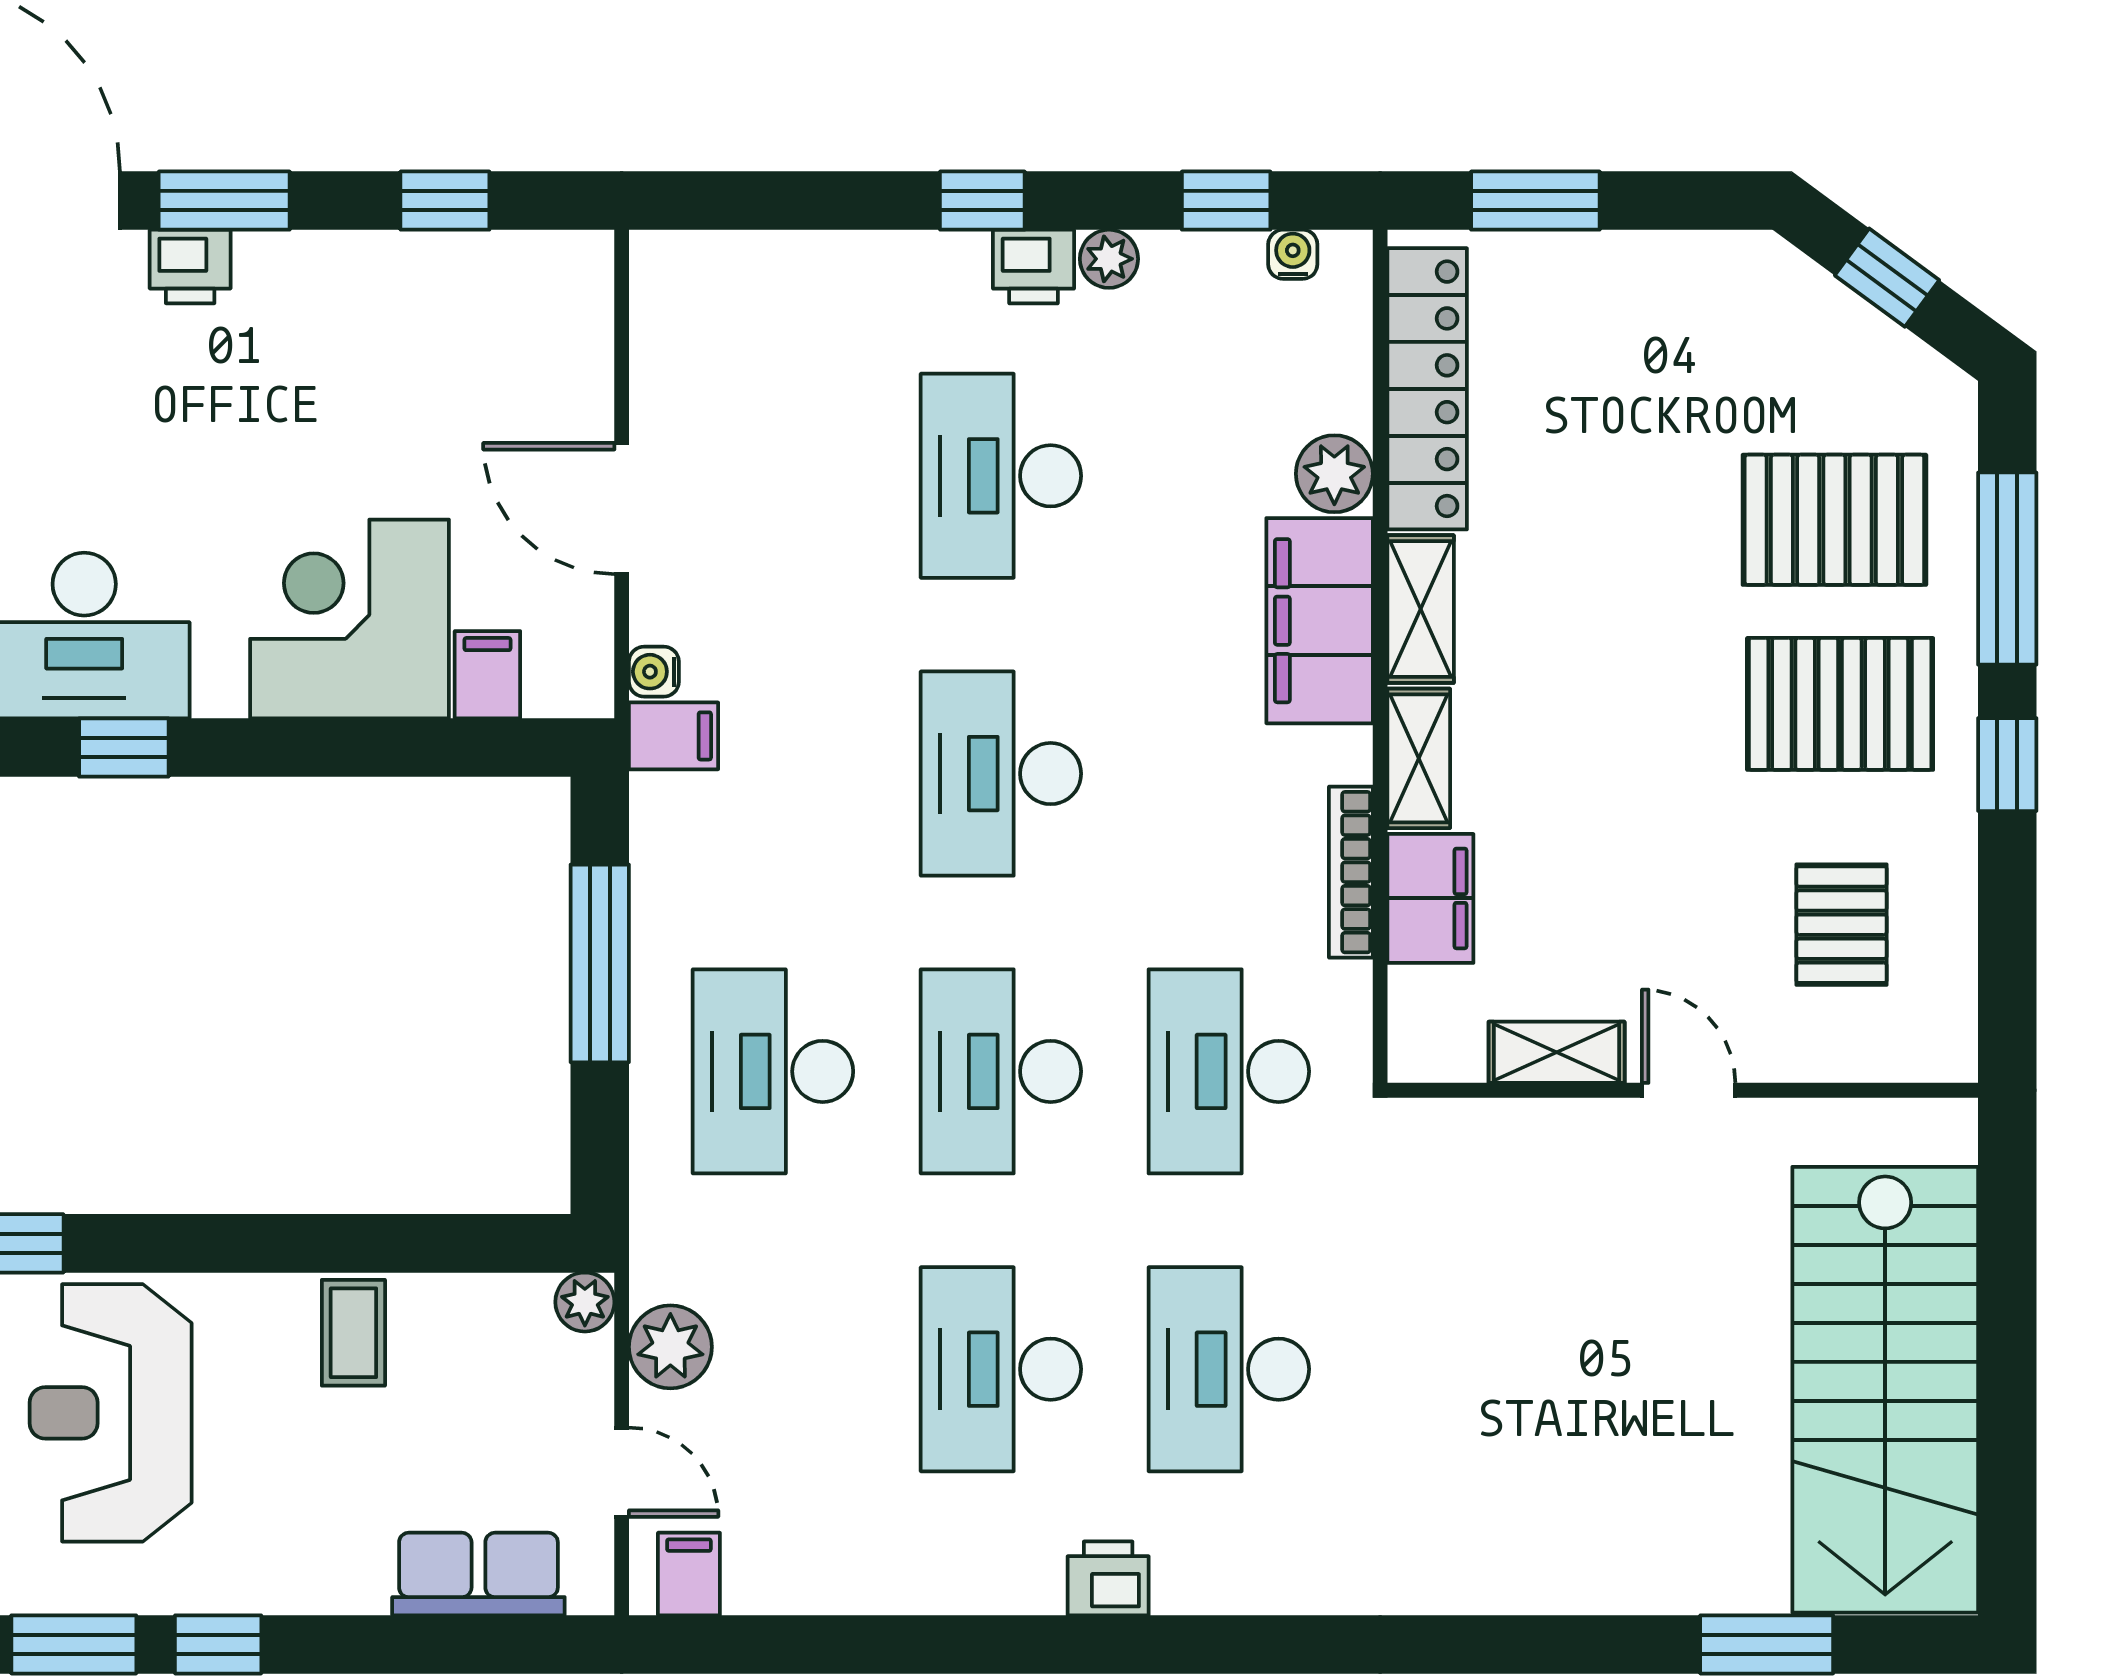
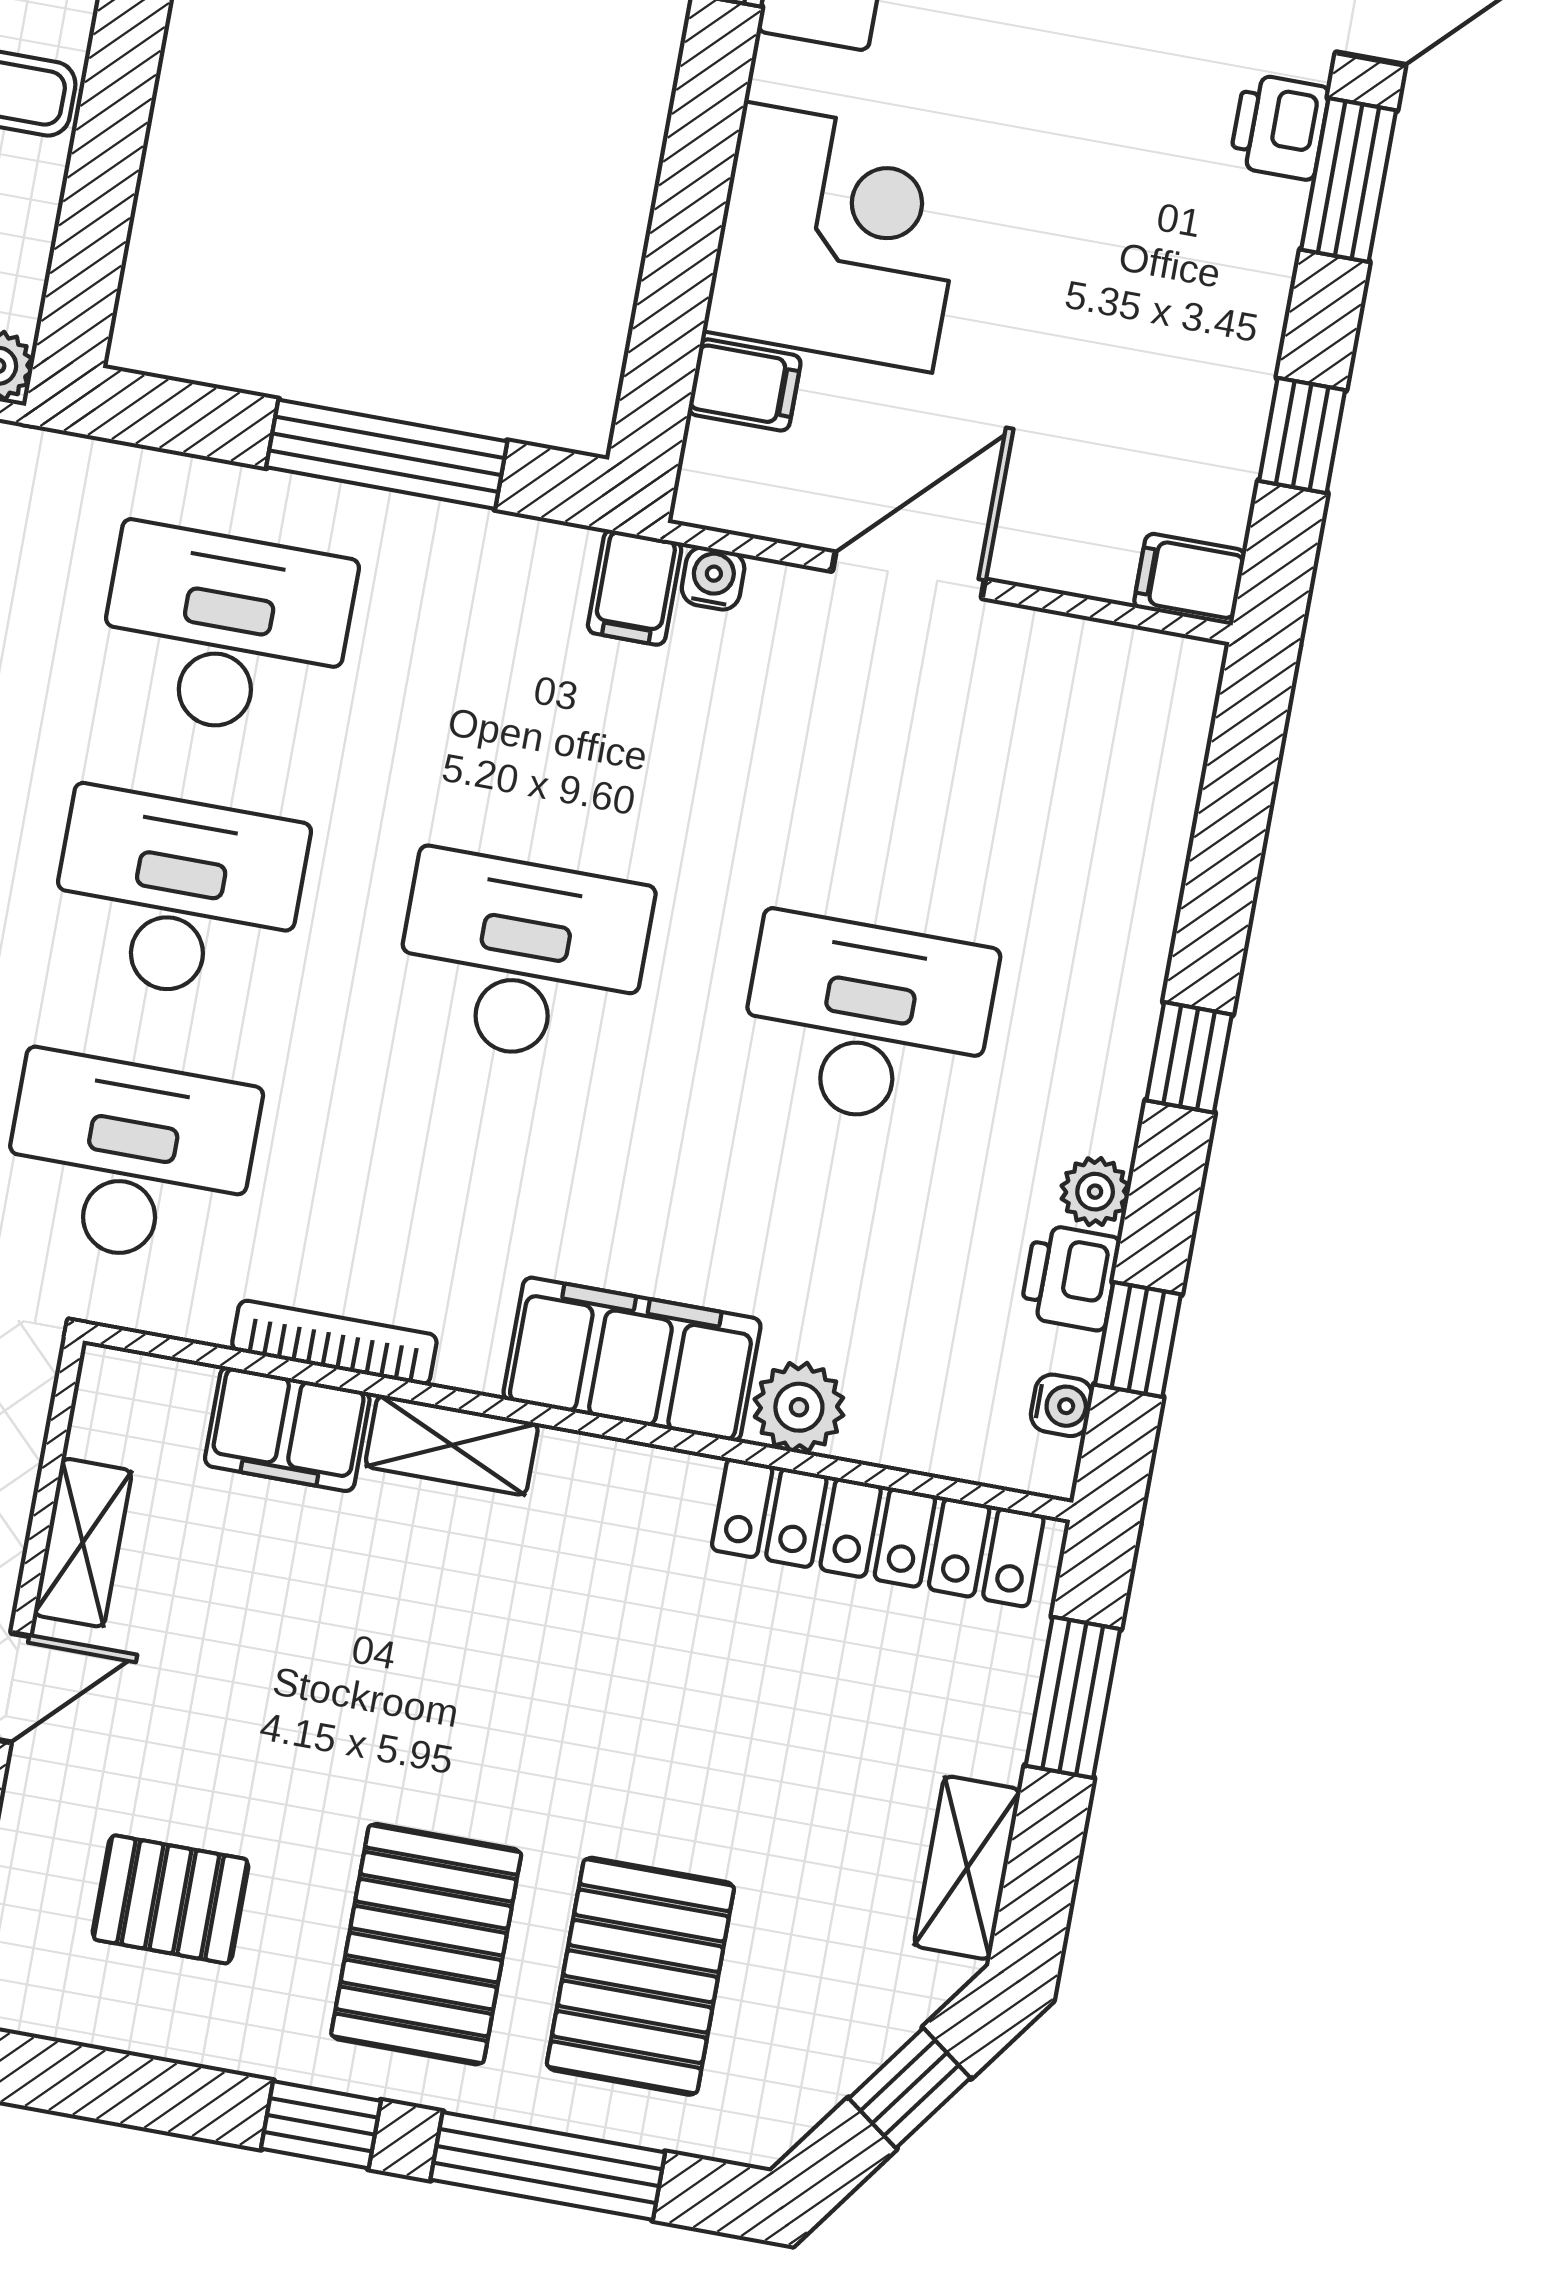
printer: (1033, 267) -> (1070, 1277), moved
filing cabinet: (582, 273) -> (1190, 579), added
shelving: (1421, 609) -> (967, 1868), moved, turned 90

